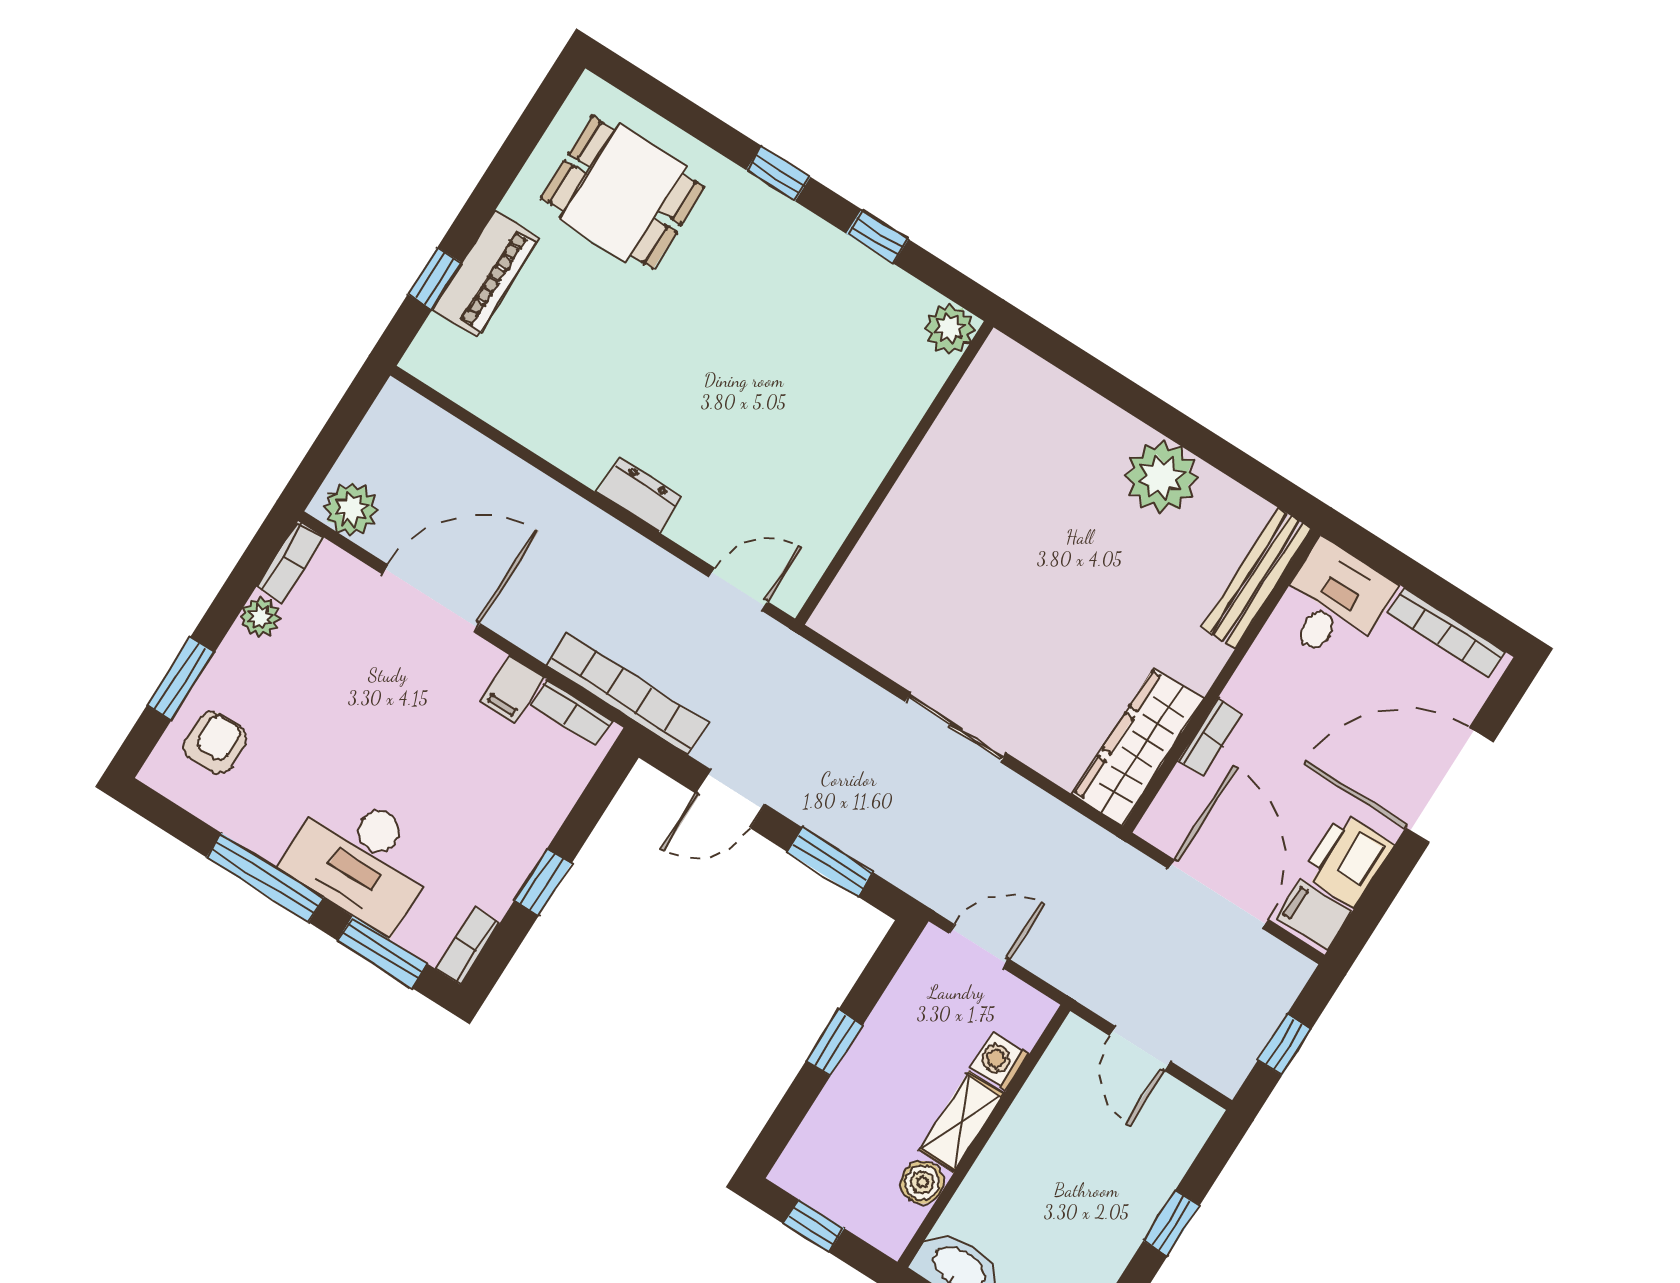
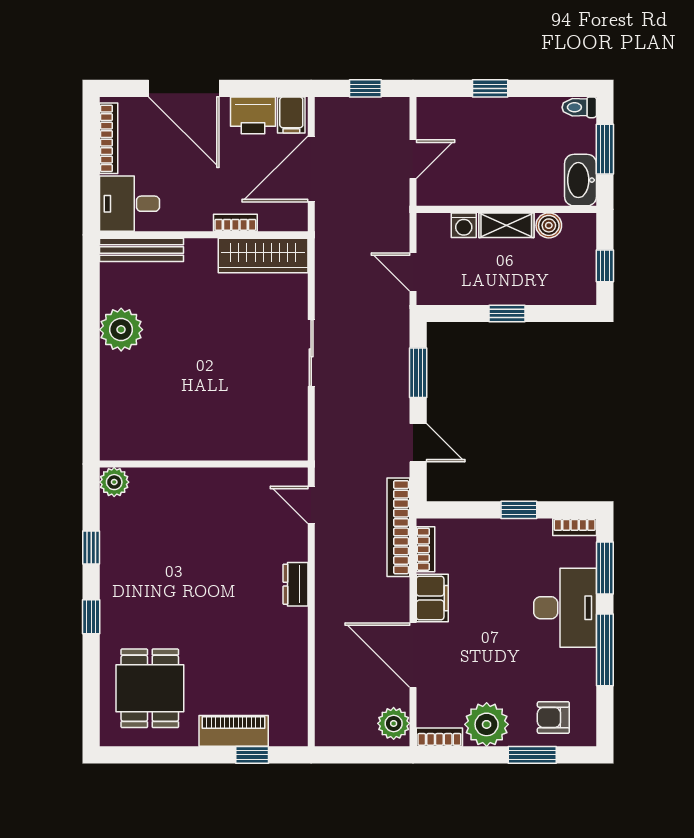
plant: (260, 617) -> (487, 724), width x1.87, depth x1.87
filing cabinet: (513, 689) -> (432, 598), width x2.00

